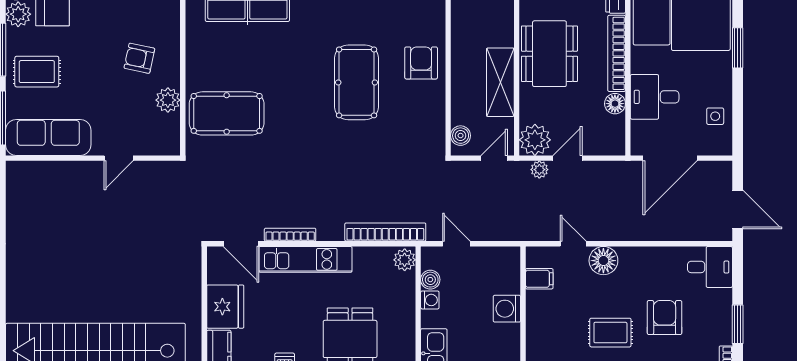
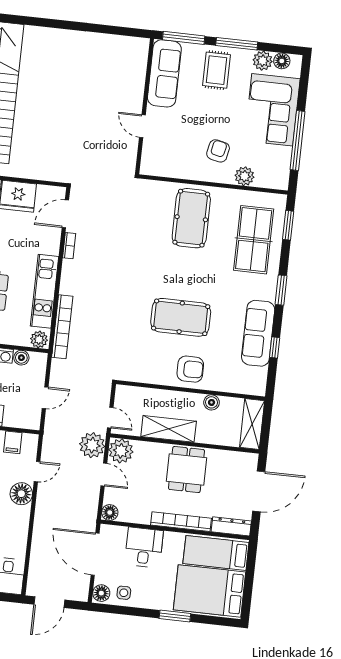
dining table: (549, 54) -> (186, 470), width x0.73
plant: (168, 100) -> (244, 176), moved
floor lamp: (615, 104) -> (110, 512), moved
pool table: (227, 113) -> (191, 218), moved
boiler: (461, 136) -> (212, 402), moved
floor lamp: (719, 145) -> (101, 593), added
plant: (539, 170) -> (92, 445), width x1.87, depth x1.87
bookcase: (290, 235) -> (69, 246), width x0.64
door: (456, 244) -> (45, 398), moved
kitchen unit: (305, 259) -> (45, 291), moved

